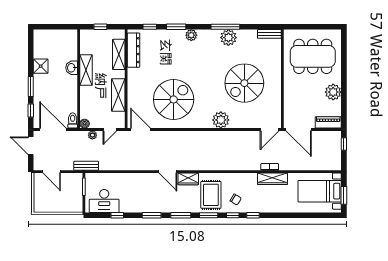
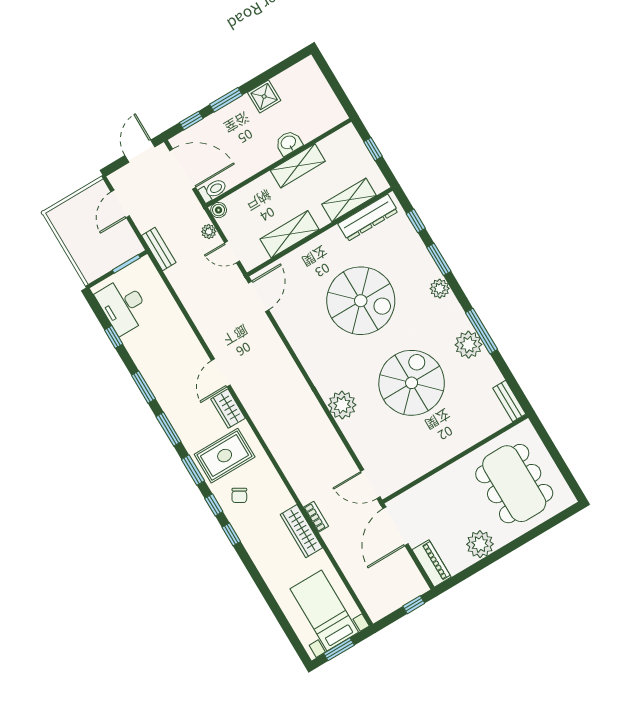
spiral stairs: (244, 83) -> (412, 383), moved, turned 90
spiral stairs: (174, 99) -> (361, 301), moved
door: (53, 130) -> (183, 169), hinge flipped

